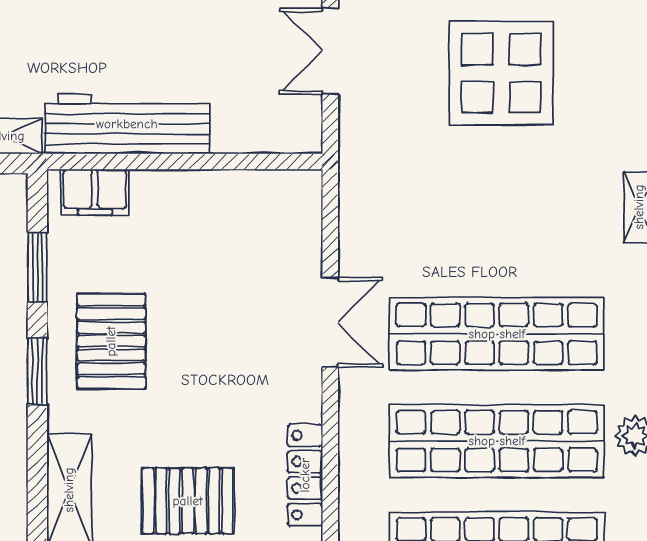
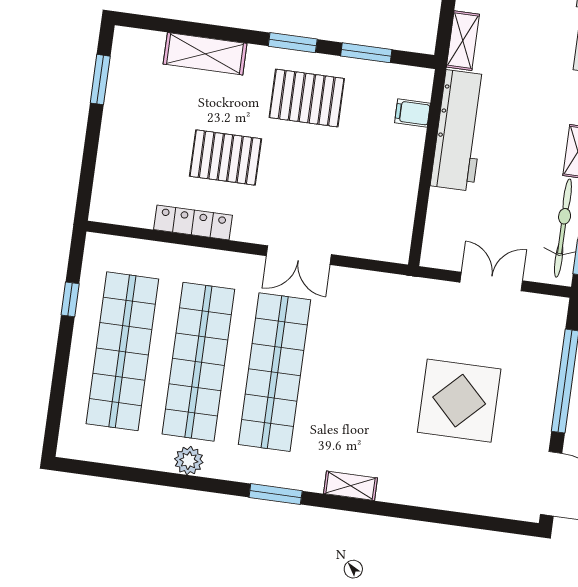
filing cabinet: (95, 192) -> (413, 113), width x0.50
pallet: (188, 501) -> (225, 157), moved, turned 90

